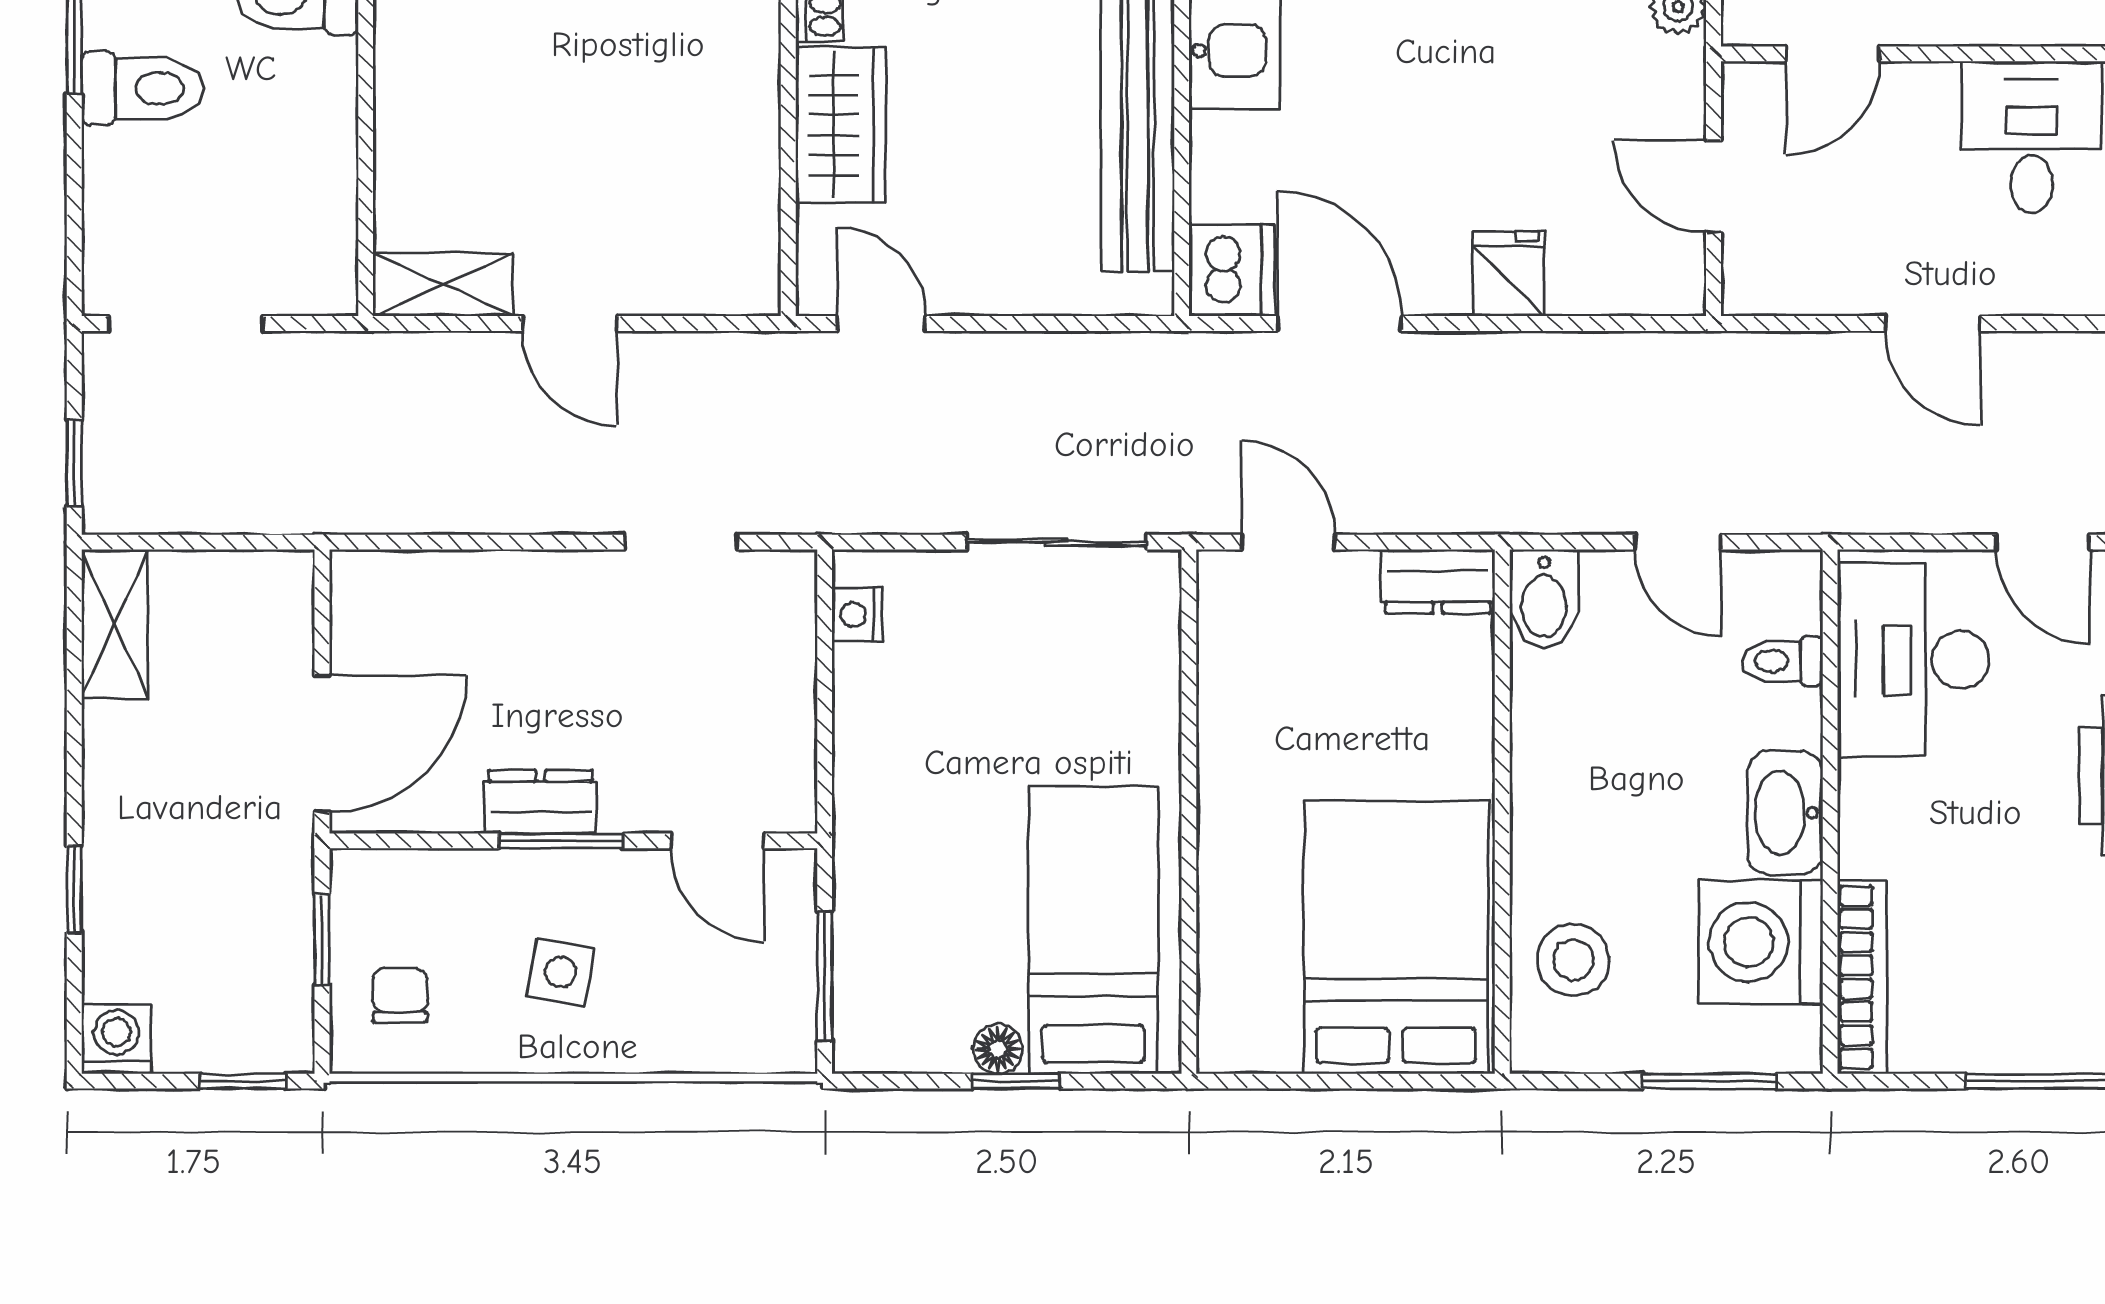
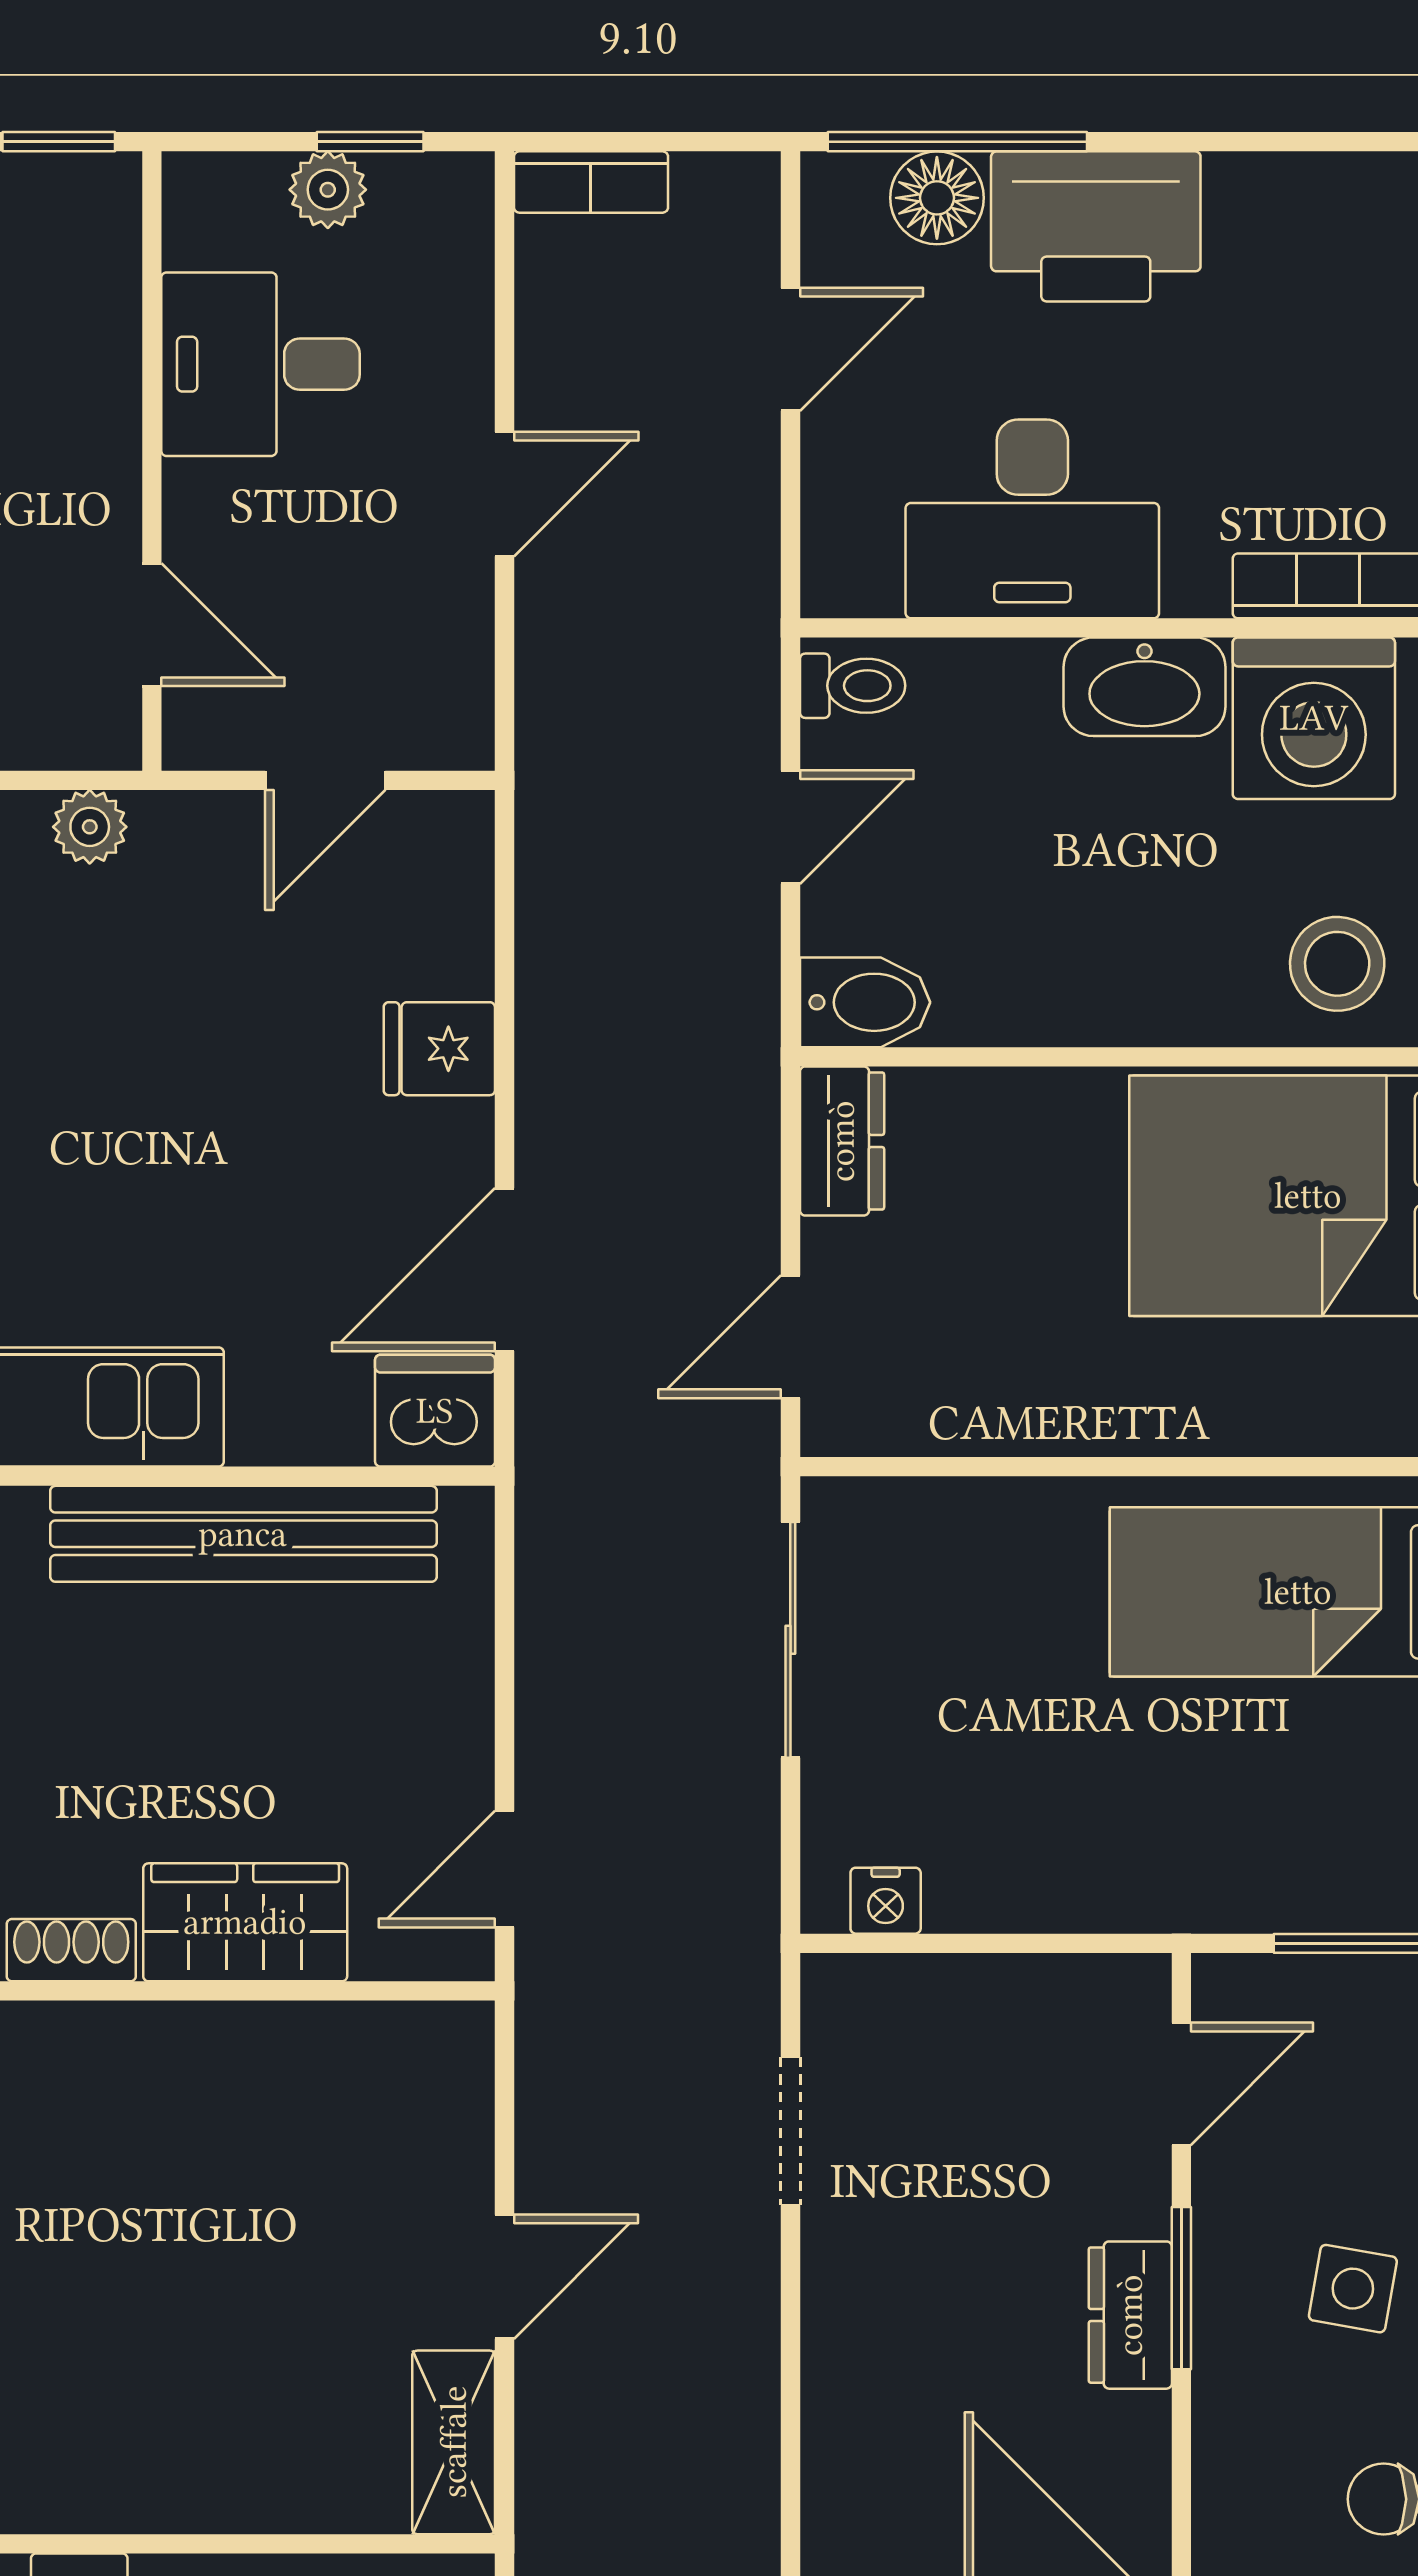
desk: (1913, 660) -> (1032, 519), moved
toilet: (1783, 661) -> (853, 686), moved, turned -90

